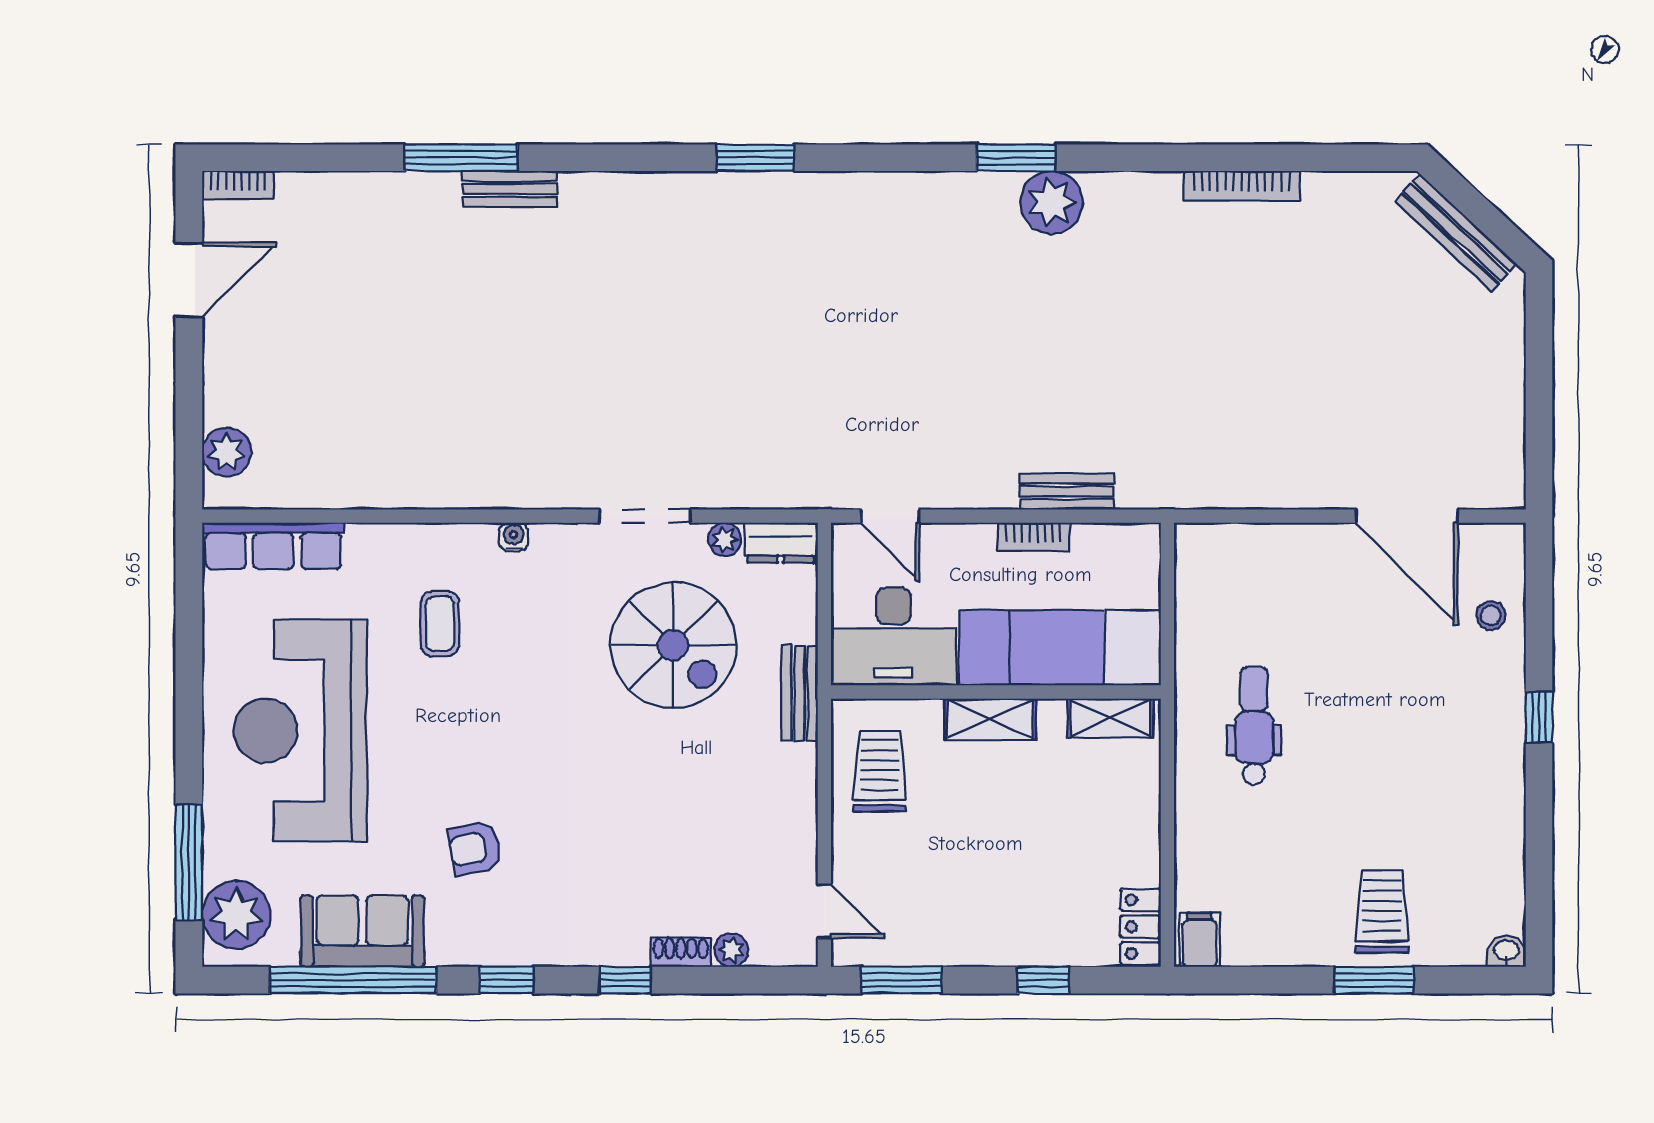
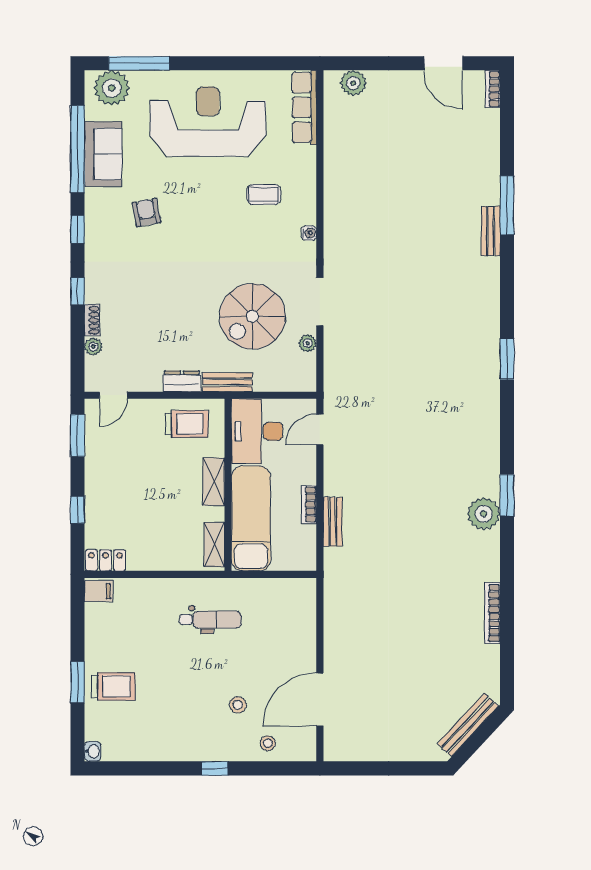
dresser: (781, 543) -> (182, 381), moved, turned 90
stool: (1417, 673) -> (238, 705), added

